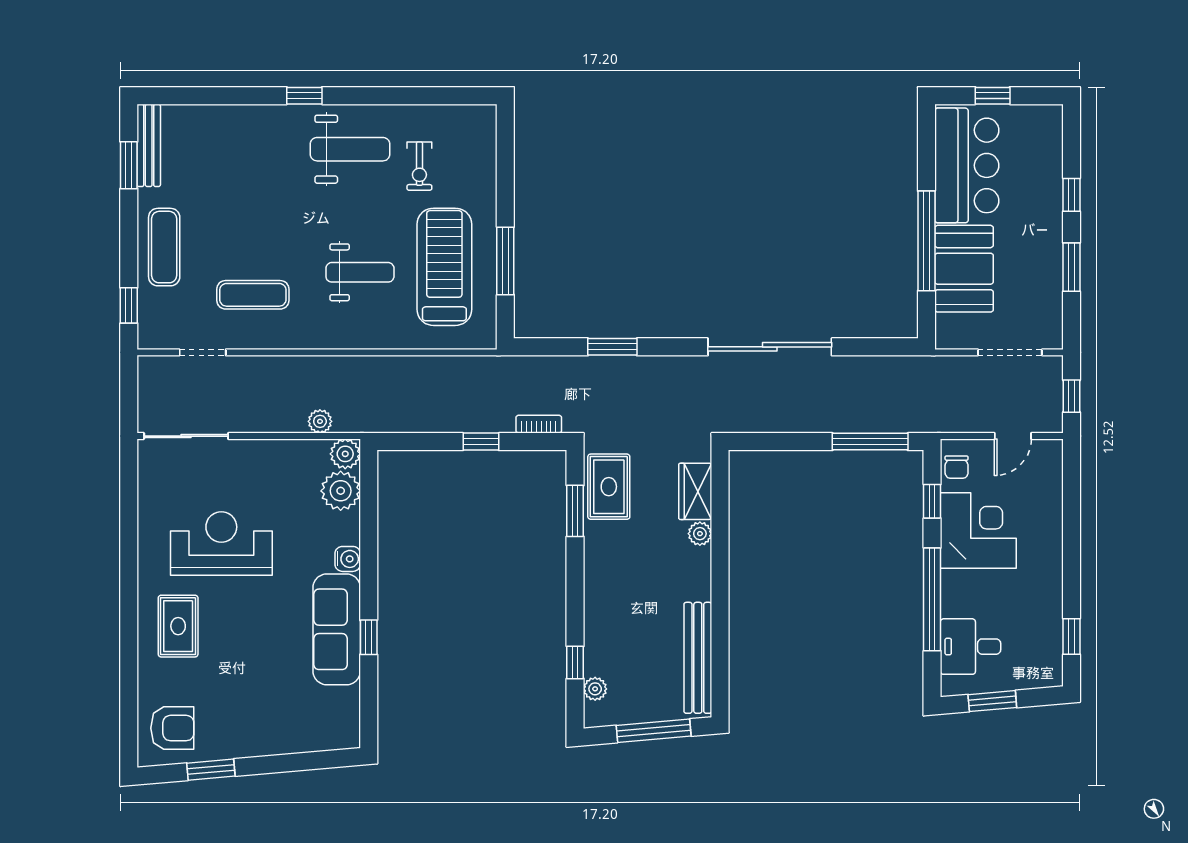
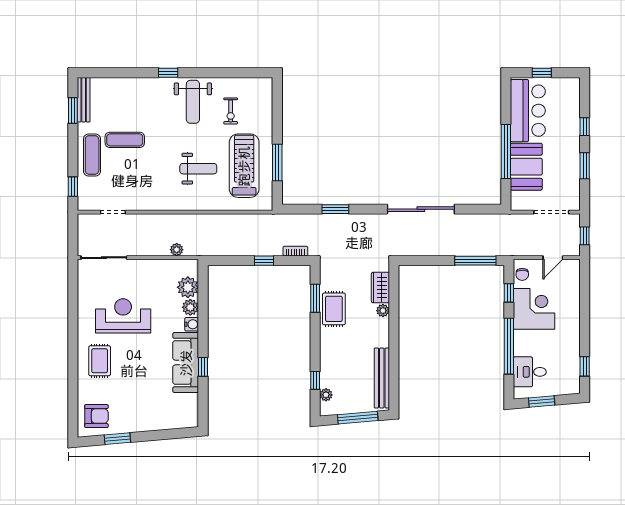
weight bench: (350, 149) -> (193, 102), turned 90
exercise mat: (253, 295) -> (125, 140), moved
plant: (345, 454) -> (190, 307), moved
rug: (609, 487) -> (334, 309), moved

